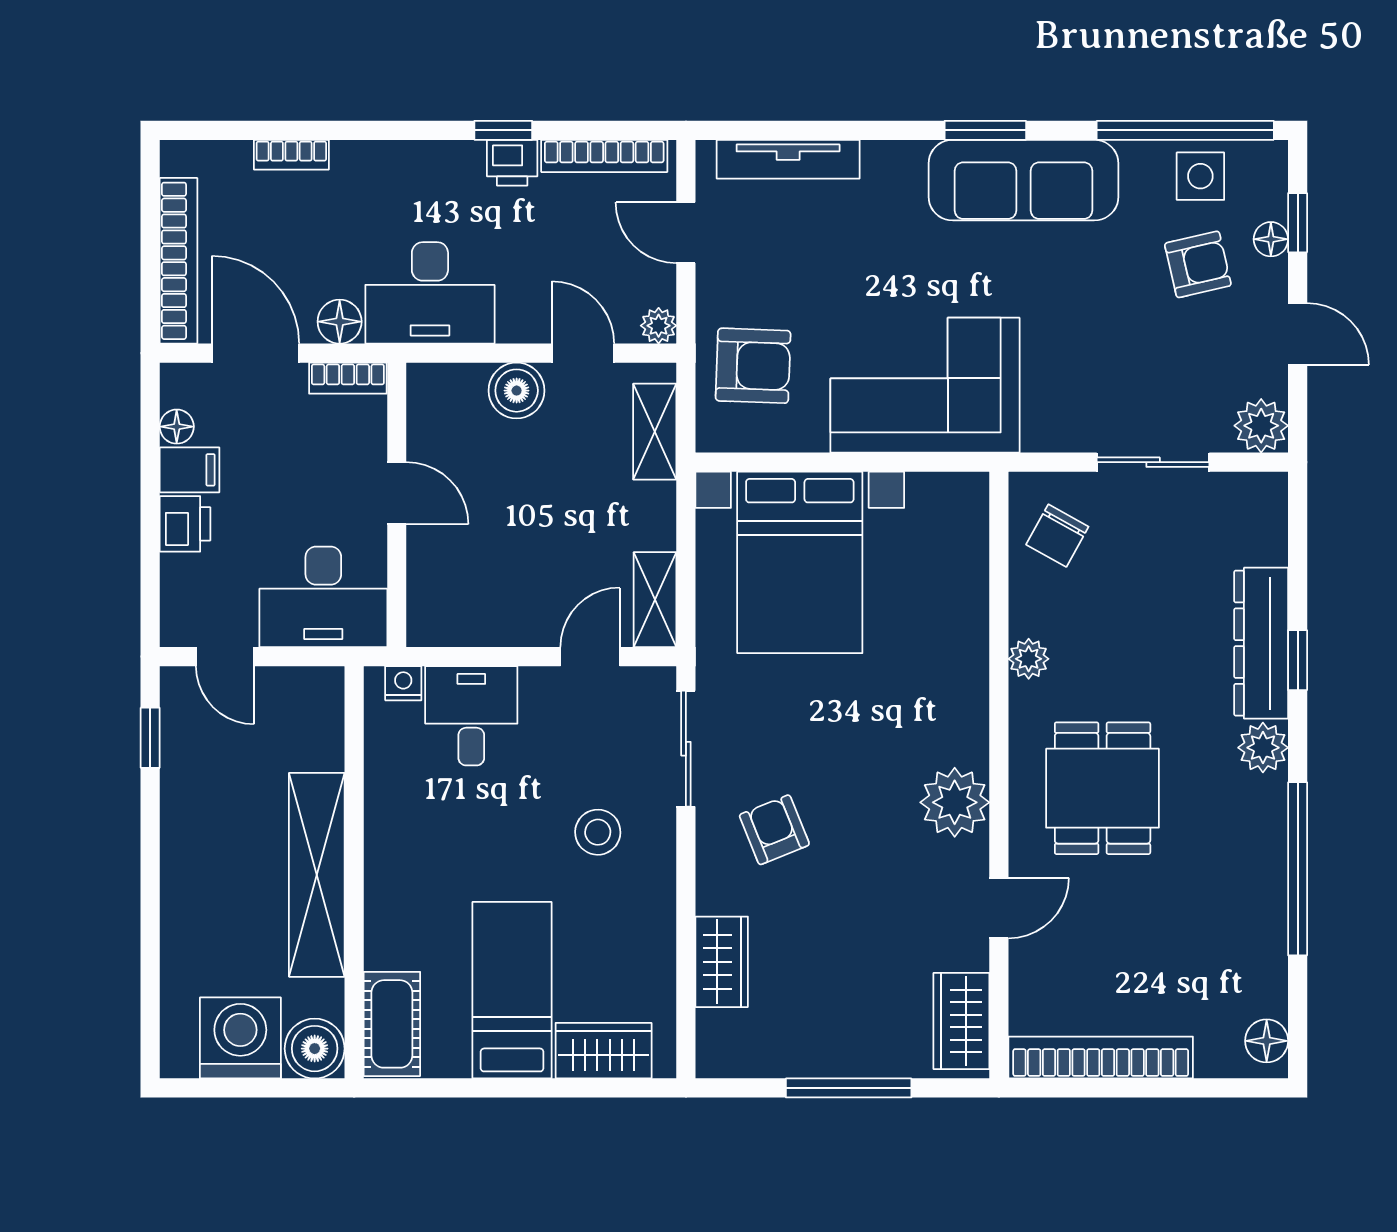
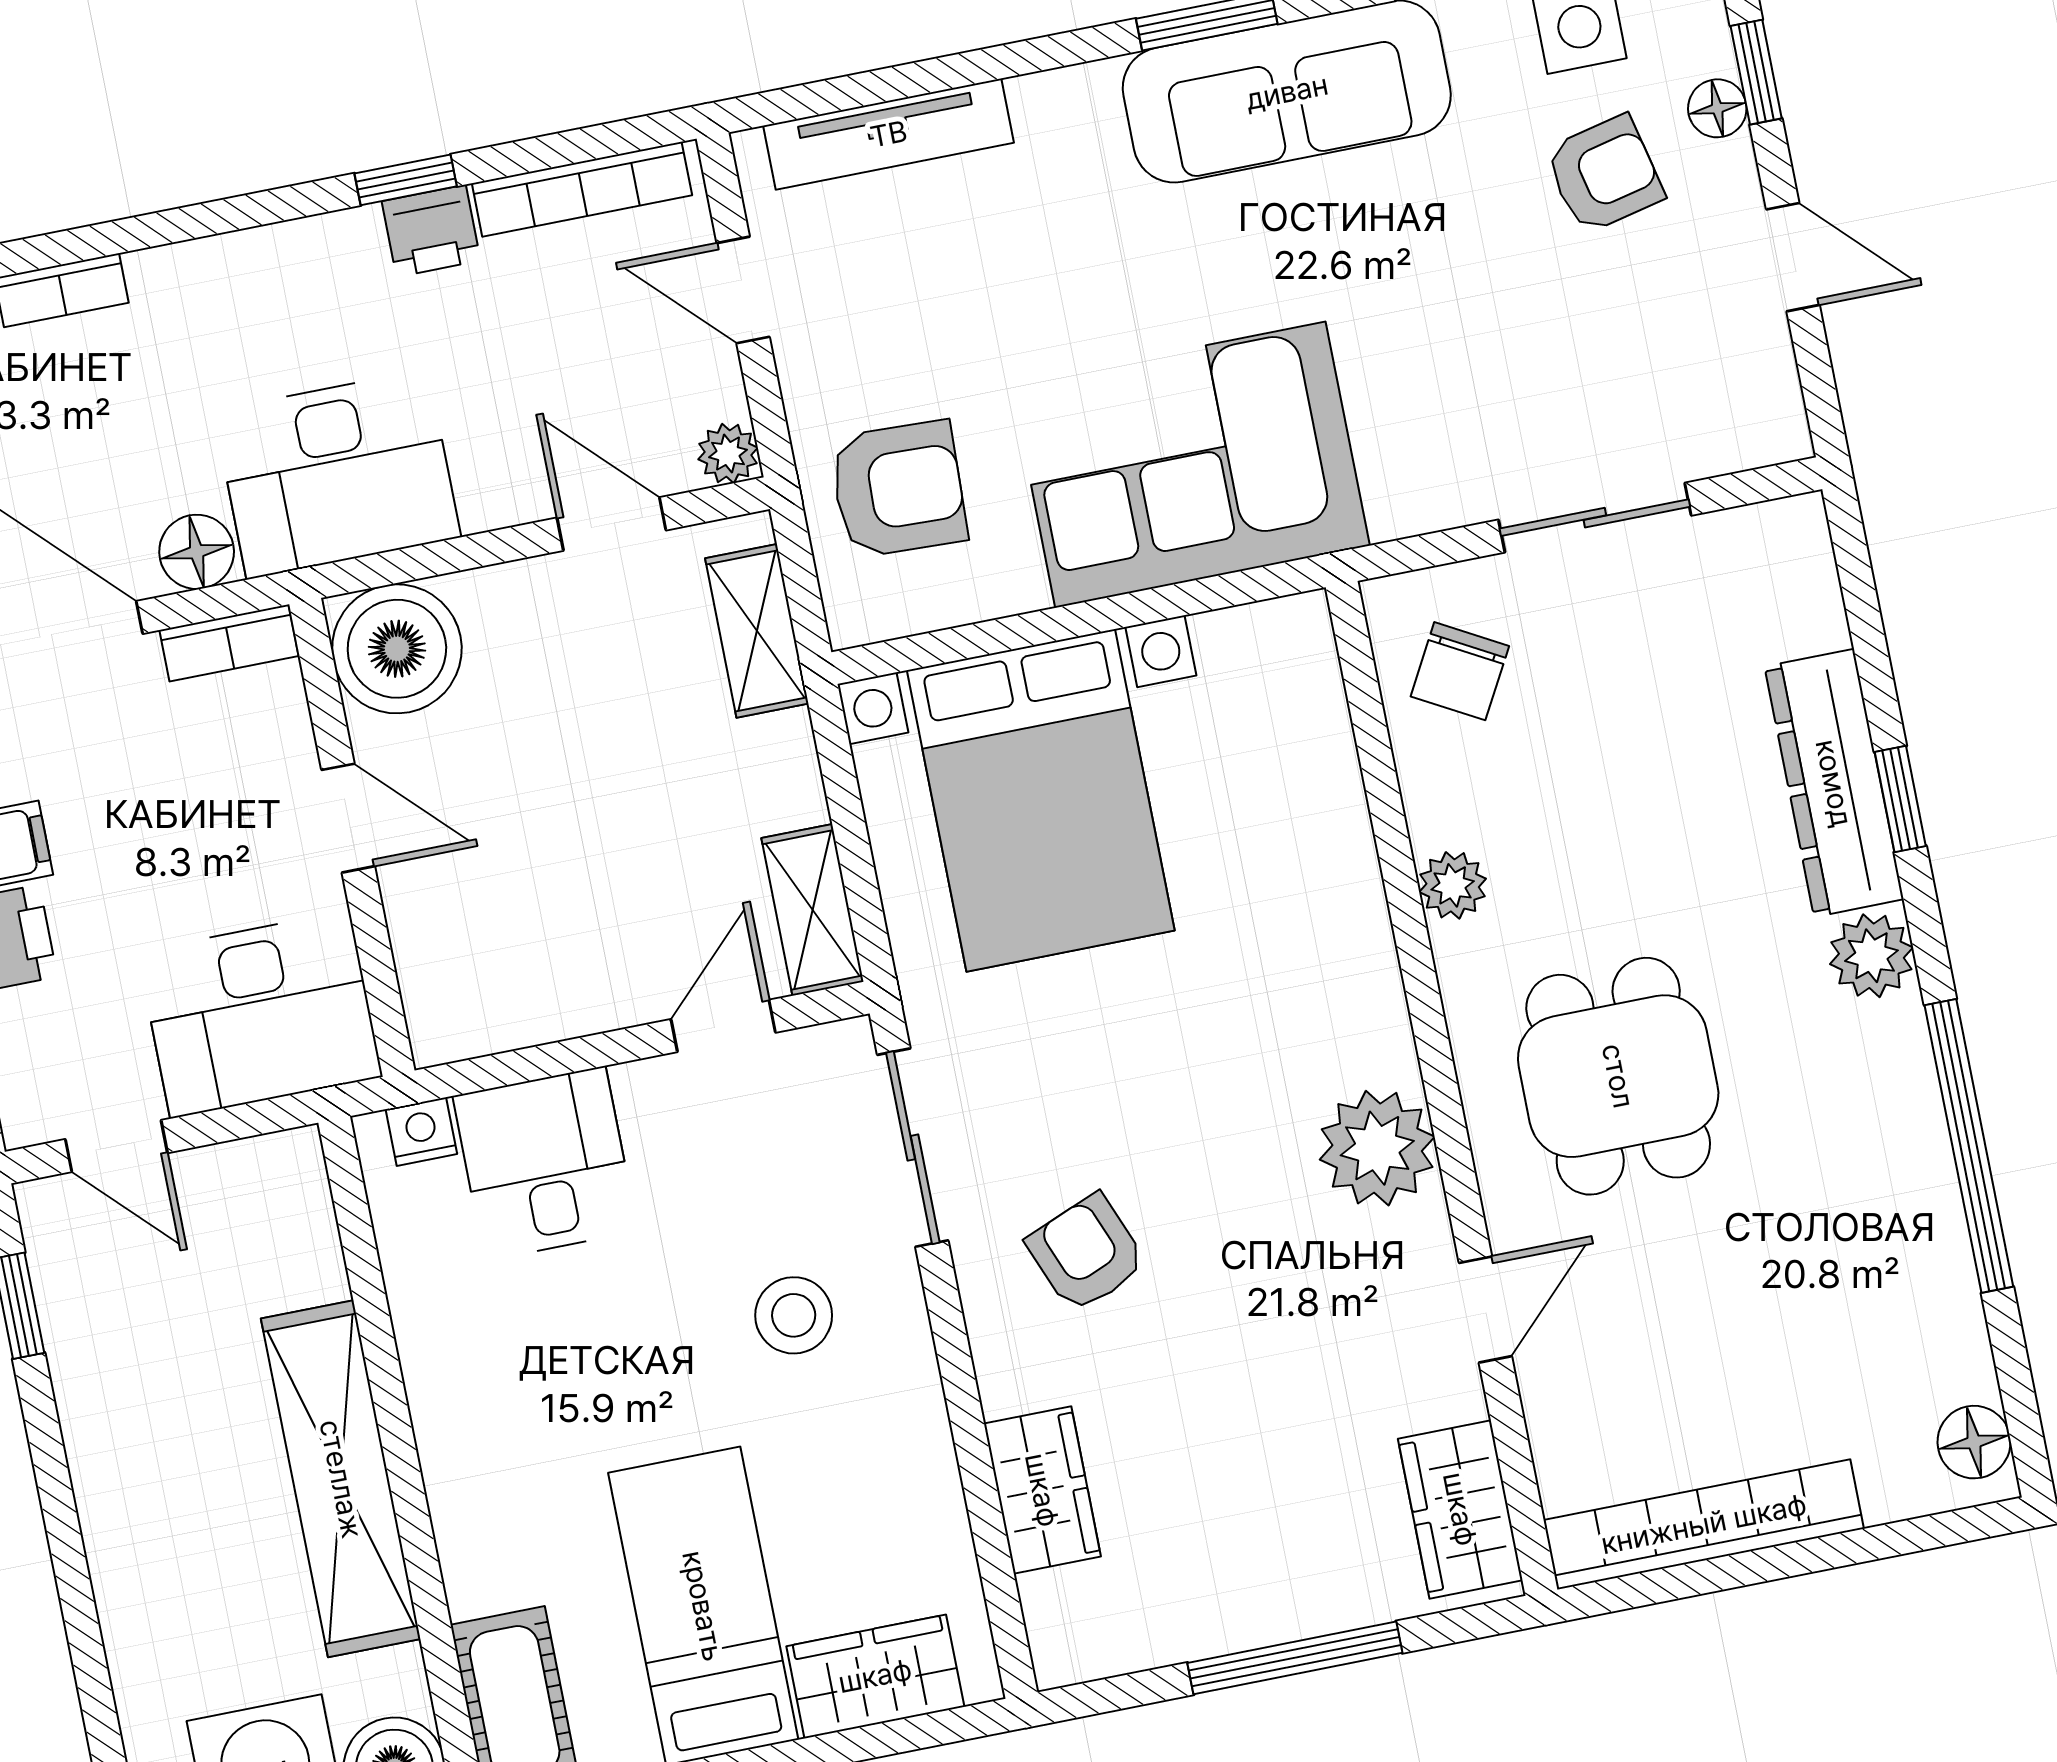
boiler: (517, 391) -> (397, 649), moved, width x1.37, depth x1.37
plant: (1261, 426) -> (1762, 422), removed

